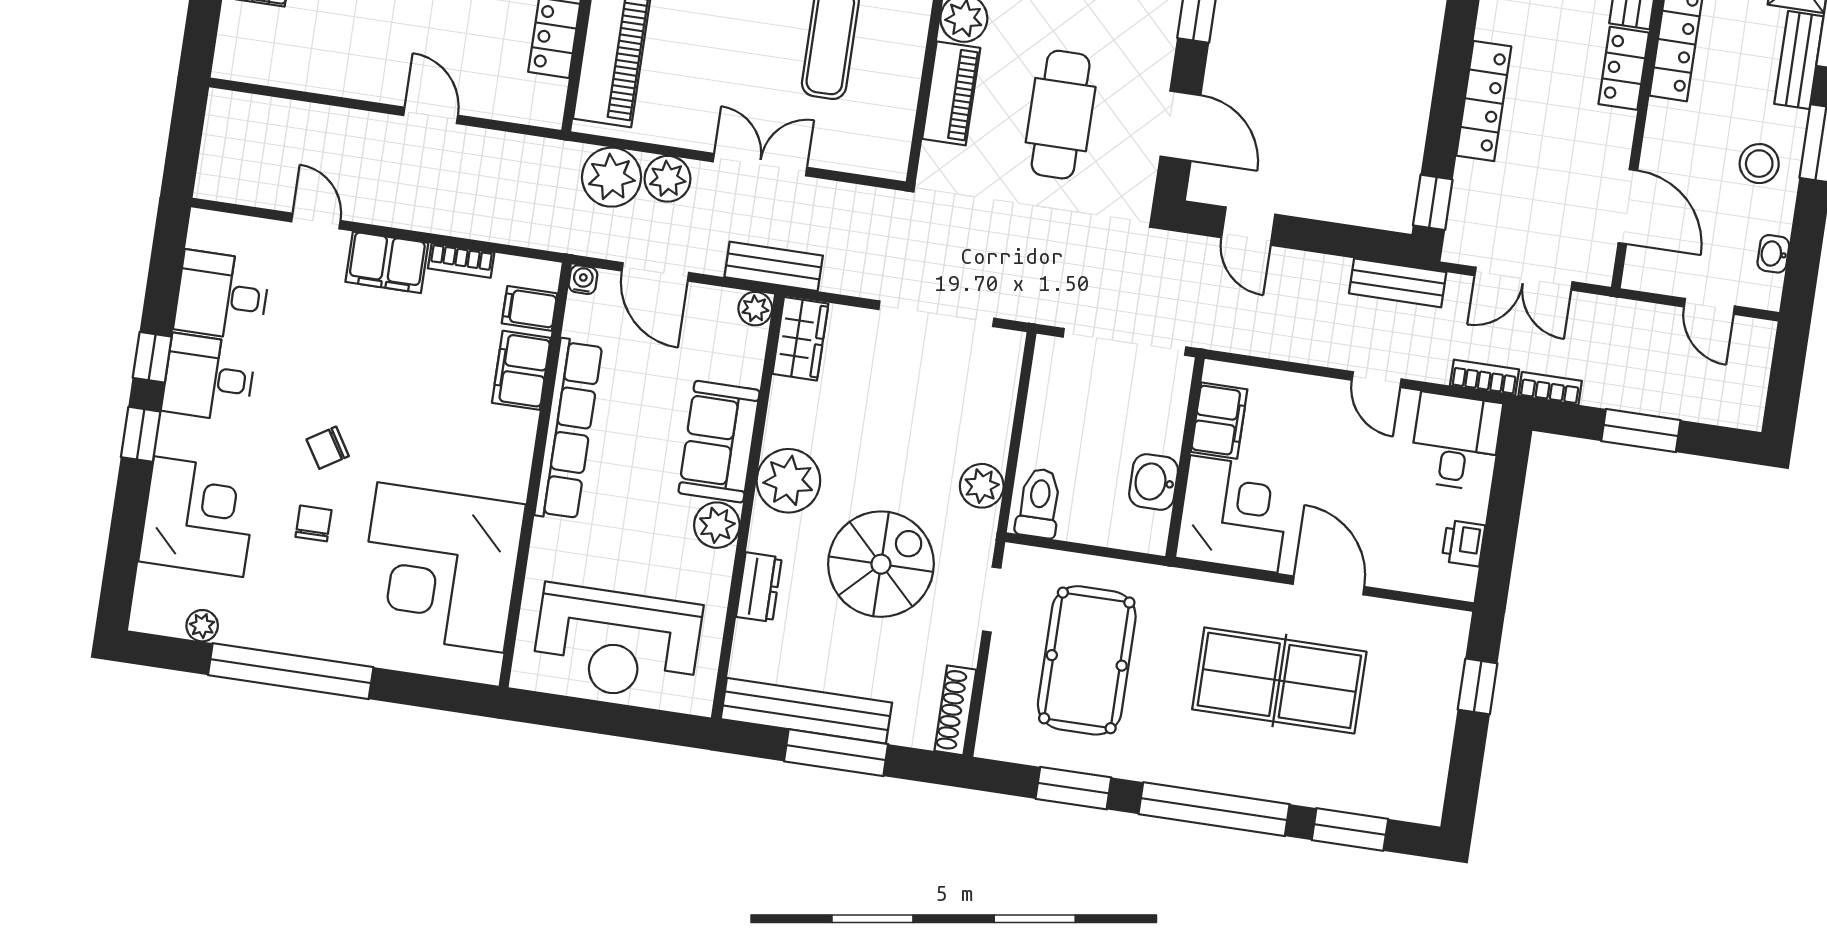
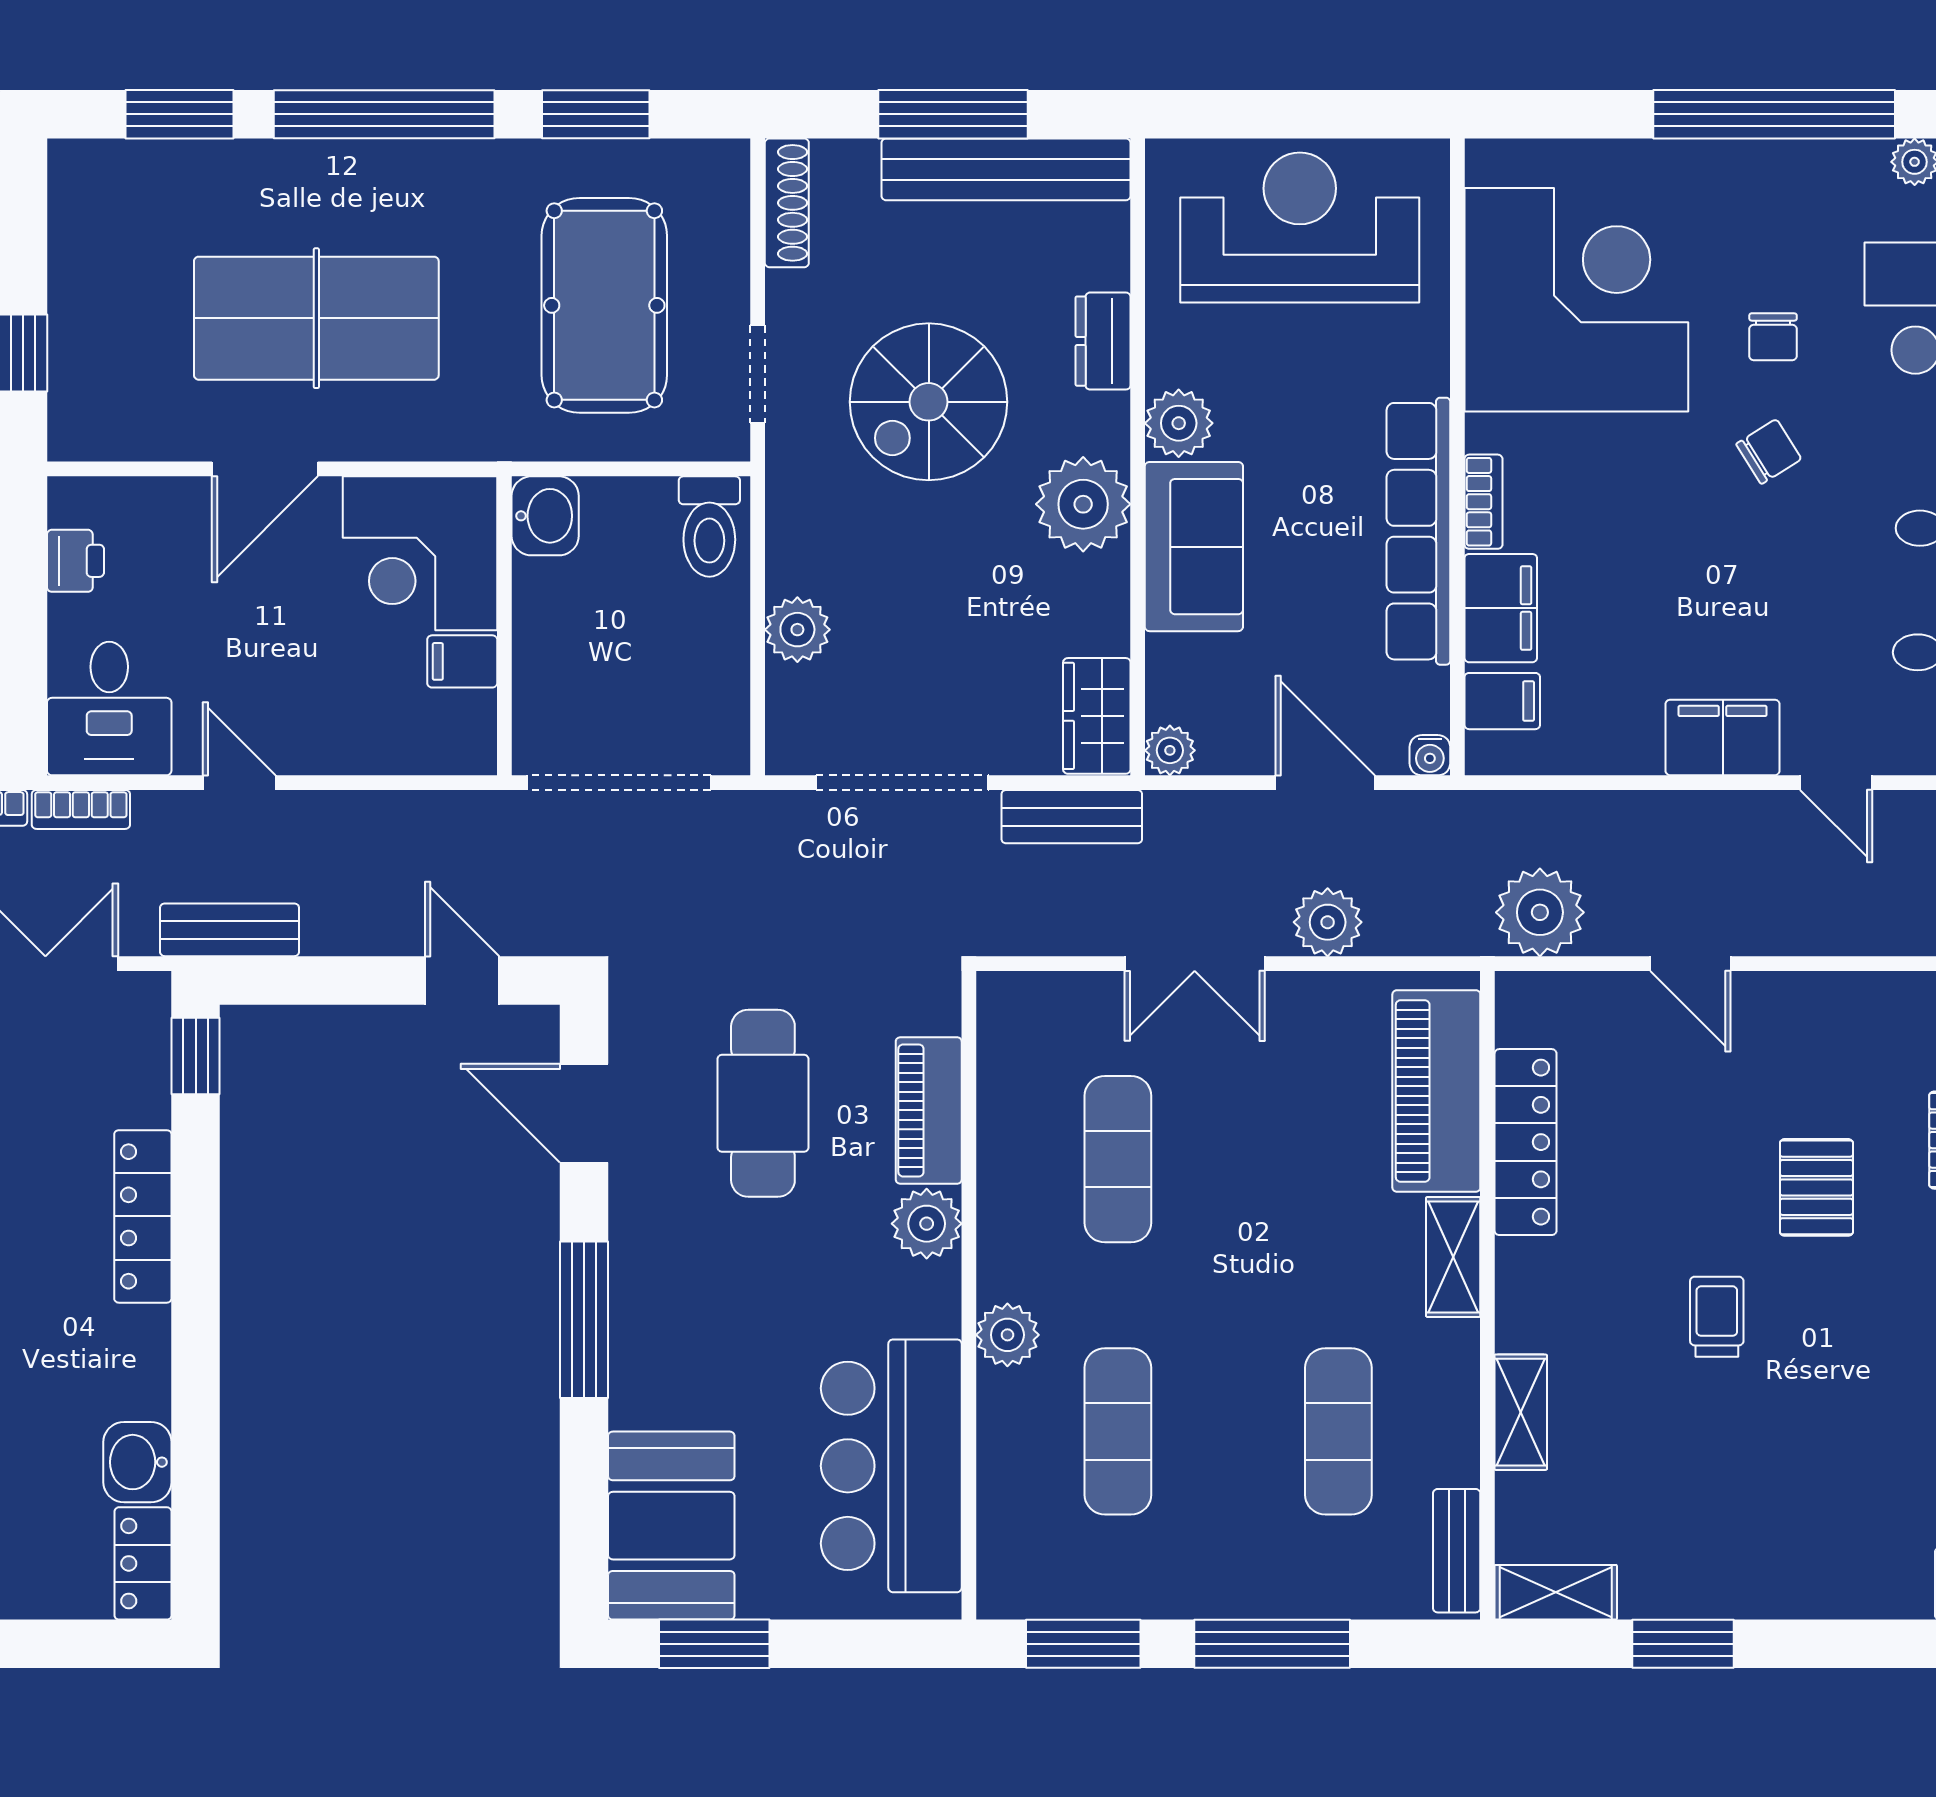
plant: (612, 177) -> (1540, 912), moved
bookcase: (461, 261) -> (1483, 502), moved, turned 90
bench: (774, 266) -> (1072, 817), moved
filing cabinet: (1219, 421) -> (462, 661), width x0.50
washbasin: (1154, 482) -> (545, 516), moved
plant: (982, 486) -> (797, 630), moved
door: (1328, 585) -> (265, 469), hinge flipped

